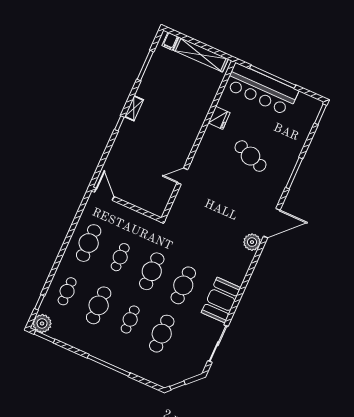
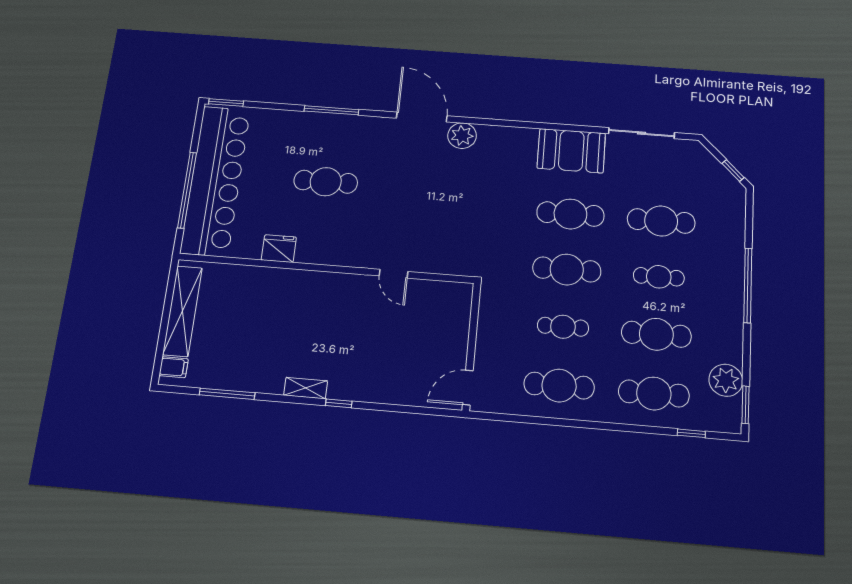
bar counter: (261, 89) -> (216, 180), width x1.36
cafe table: (251, 156) -> (326, 182), turned 69
cafe table: (67, 291) -> (654, 393), width x1.37, depth x1.35
plant: (42, 323) -> (726, 380), moved

